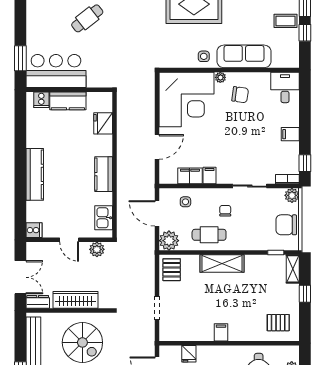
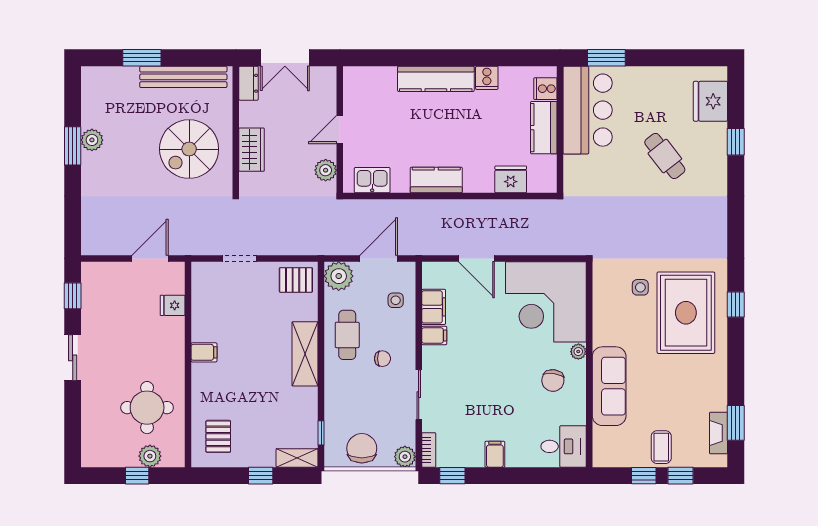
side table: (204, 56) -> (640, 287), moved
cooker: (34, 230) -> (487, 78), moved
wardrobe: (75, 300) -> (252, 150), width x0.67

